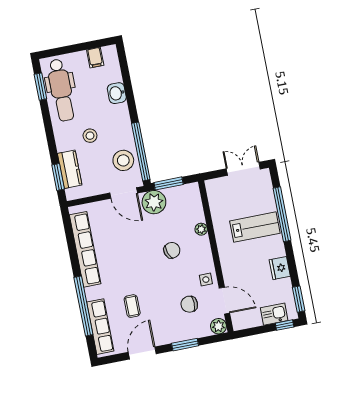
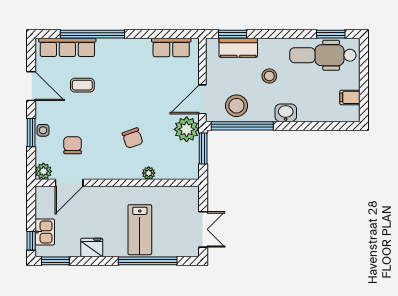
washbasin: (117, 93) -> (286, 113), moved
row of seats: (85, 249) -> (171, 48), width x0.50
side table: (206, 280) -> (43, 130), moved

